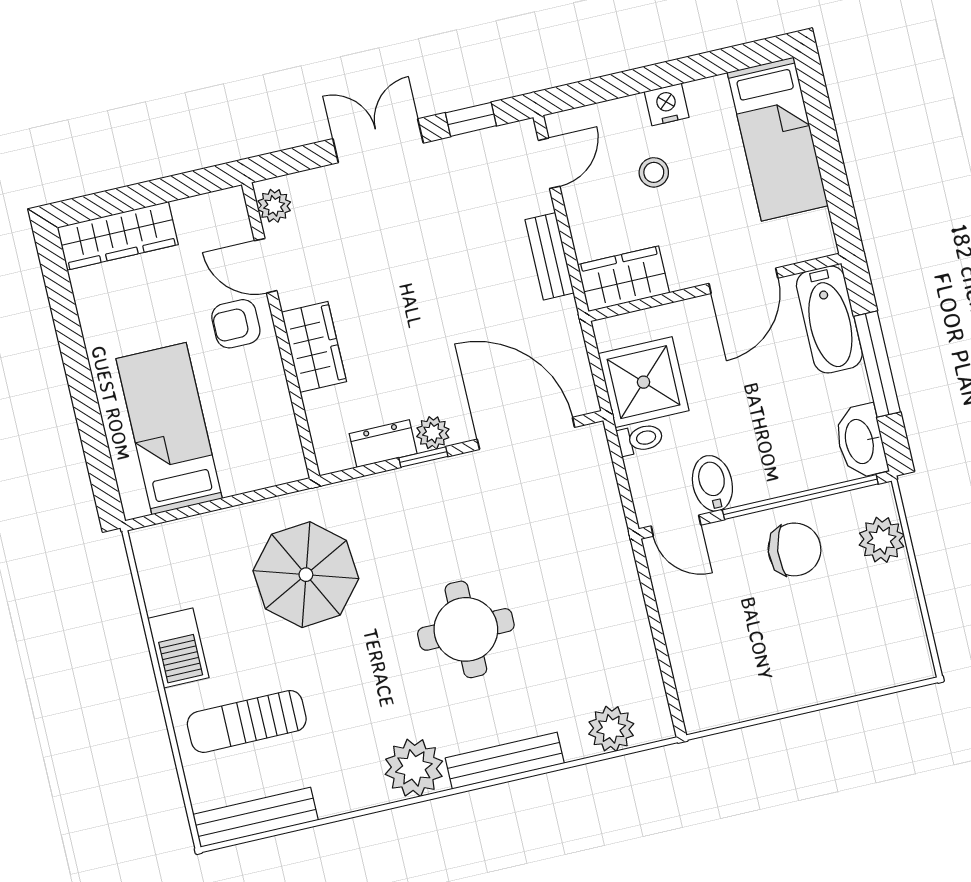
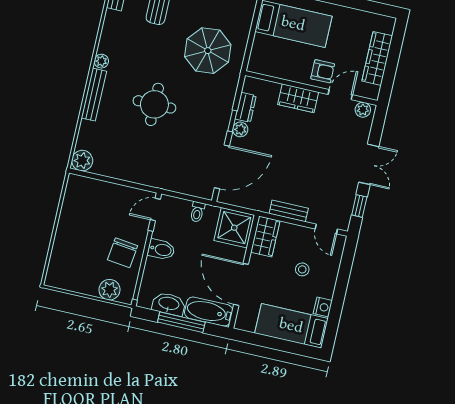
nightstand: (667, 104) -> (323, 307), moved
wardrobe: (118, 236) -> (377, 58), moved
door: (743, 281) -> (241, 284), width x1.36
armchair: (236, 324) -> (323, 71), turned 90
shower: (644, 382) -> (234, 228), moved
washbasin: (861, 441) -> (169, 304), moved
bidet: (712, 483) -> (161, 250), moved
plant: (611, 729) -> (82, 161), moved
plant: (414, 768) -> (101, 61), width x0.53, depth x0.53

